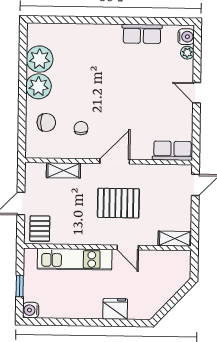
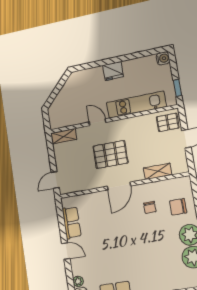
row of seats: (172, 151) -> (72, 223), moved, turned -90
pallet: (40, 229) -> (168, 122), turned 90
window: (20, 286) -> (177, 88), moved
fridge: (115, 309) -> (113, 71), moved

